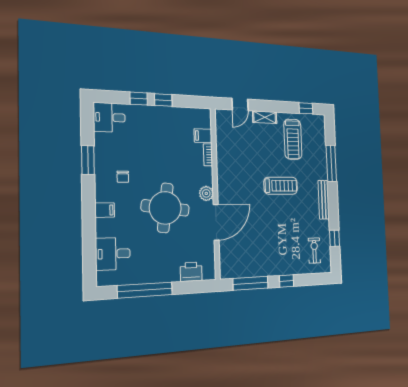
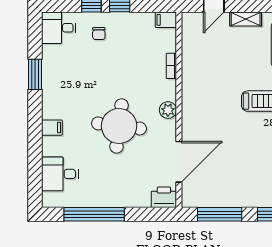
filing cabinet: (203, 136) -> (166, 20), moved
chair: (123, 177) -> (99, 34), moved
door: (216, 222) -> (179, 162), moved
printer: (191, 272) -> (164, 197), moved

